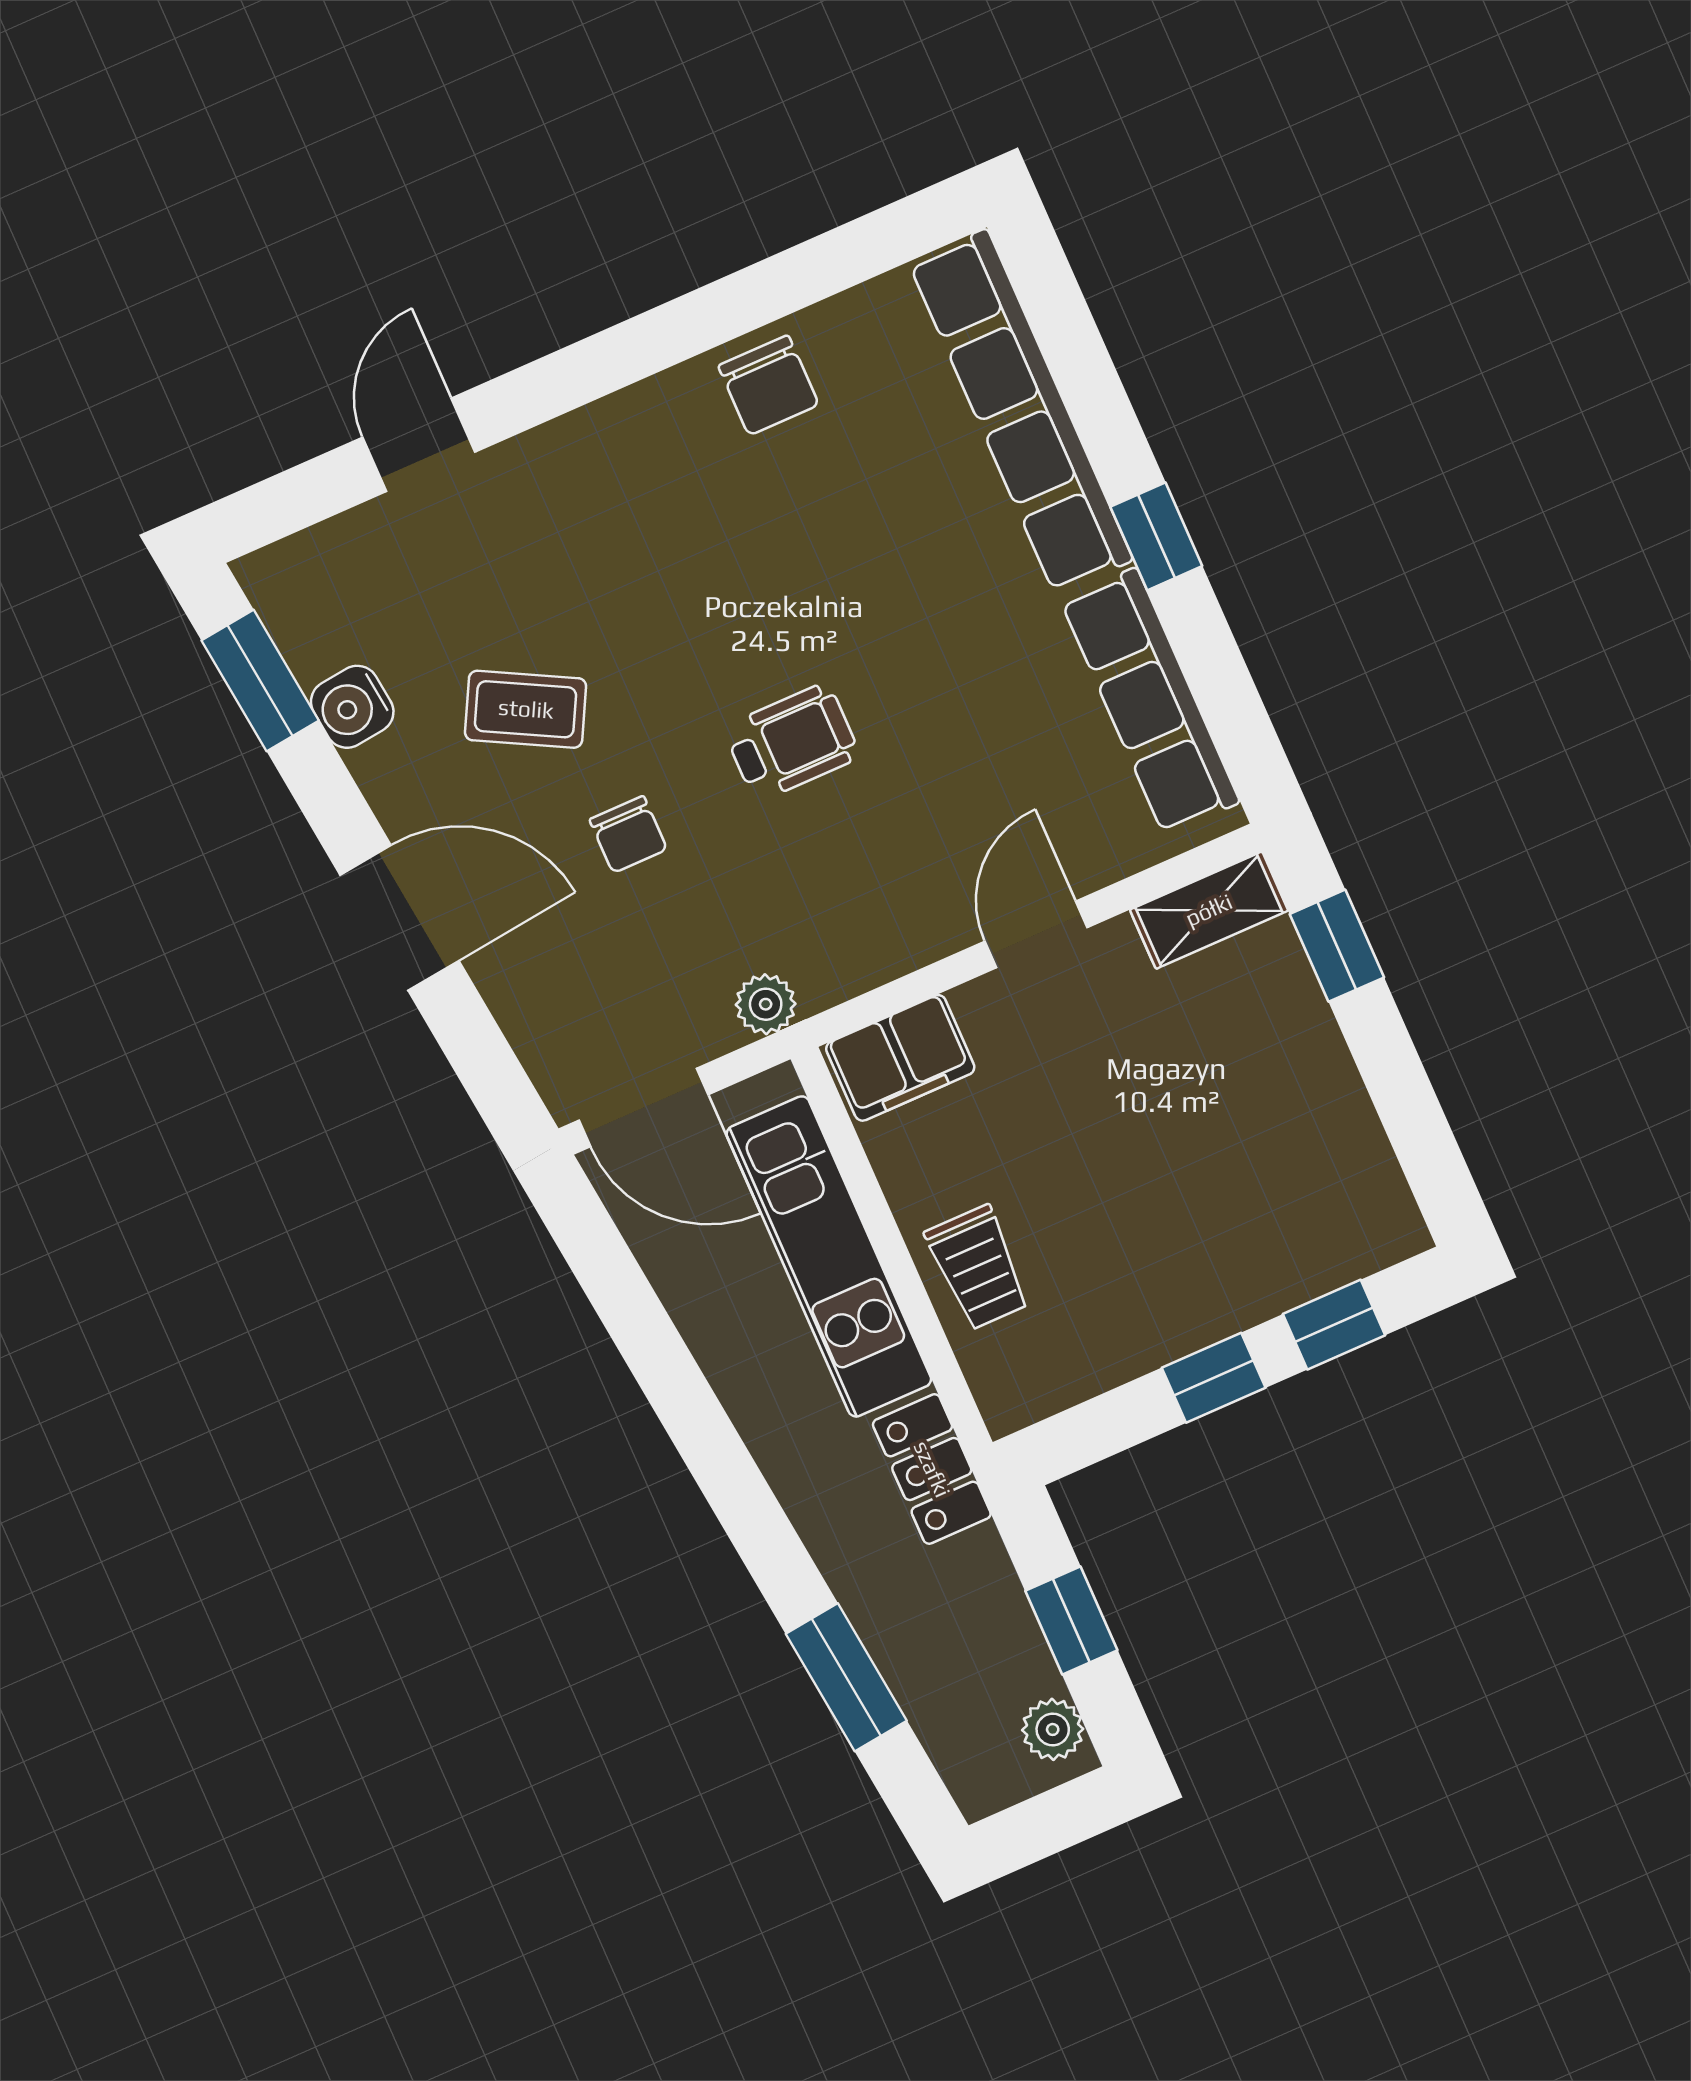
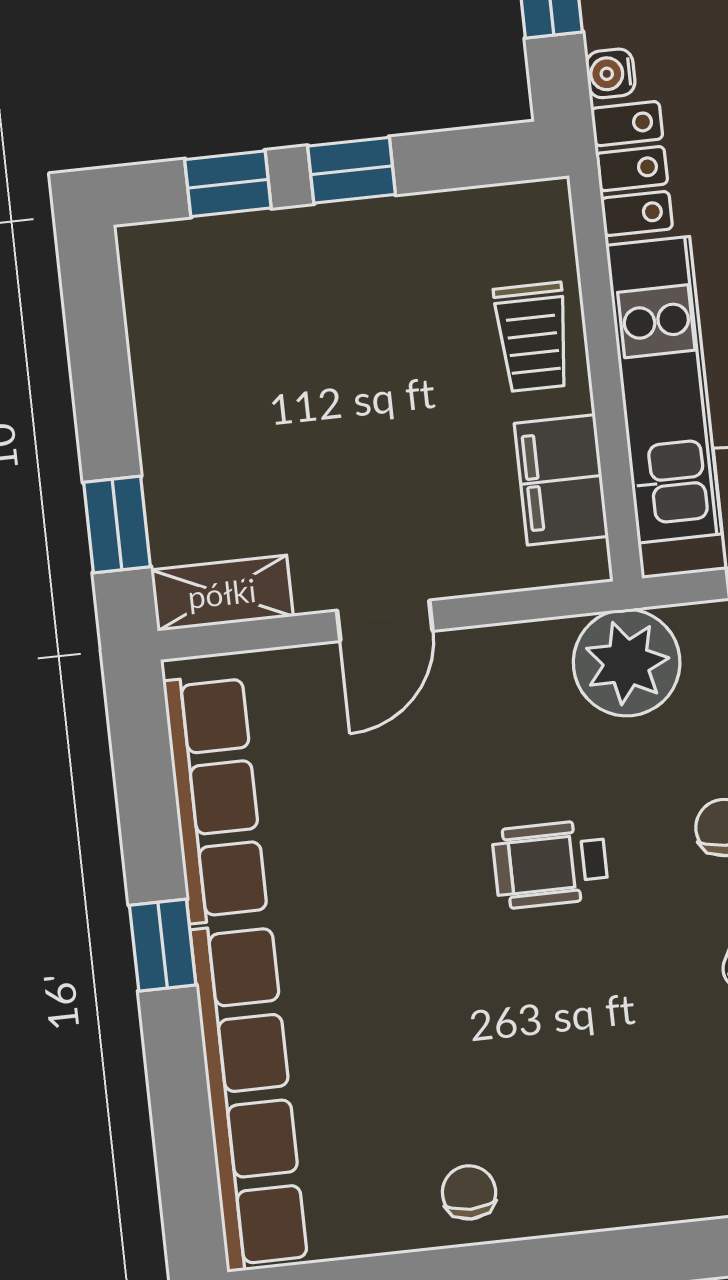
chair: (769, 385) -> (469, 1192), width x0.73, depth x0.73
plant: (766, 1004) -> (627, 663), width x1.88, depth x1.88
filing cabinet: (900, 1058) -> (561, 480), moved, turned -90
trolley: (978, 1268) -> (533, 337), turned 180
water cooler: (984, 1558) -> (611, 73), added

